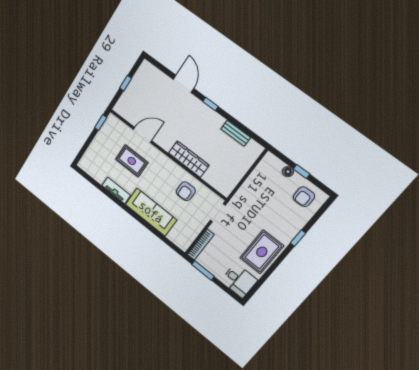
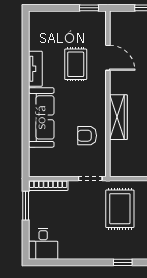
rug: (262, 252) -> (120, 209), moved, turned 90

